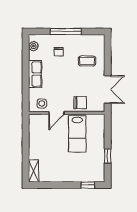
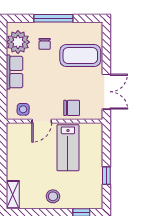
plant: (33, 46) -> (18, 42), width x1.88, depth x1.88
coffee table: (87, 61) -> (80, 56), width x1.86, depth x1.72
stool: (65, 172) -> (53, 196), added

